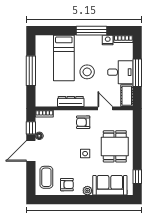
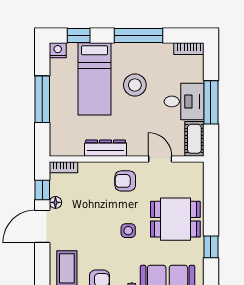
window: (54, 31) -> (79, 36), added
nightstand: (108, 40) -> (58, 50), moved
stool: (87, 72) -> (135, 85), moved
dining table: (115, 146) -> (175, 219), turned 90
window: (137, 177) -> (211, 247), moved

